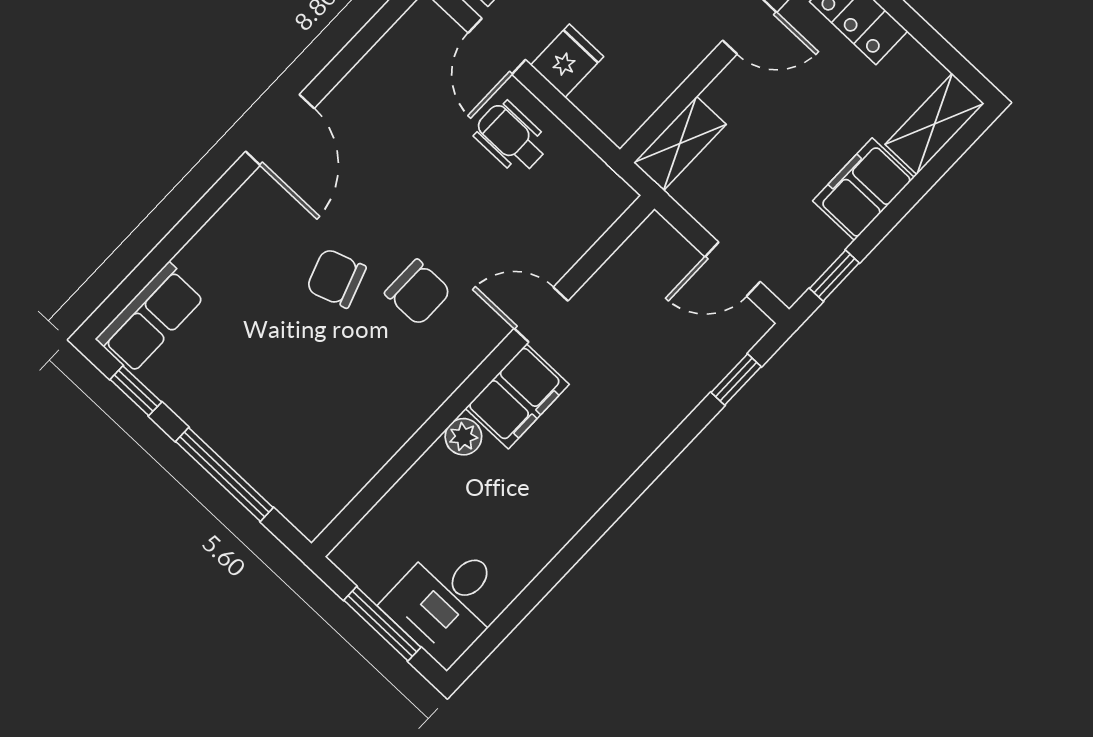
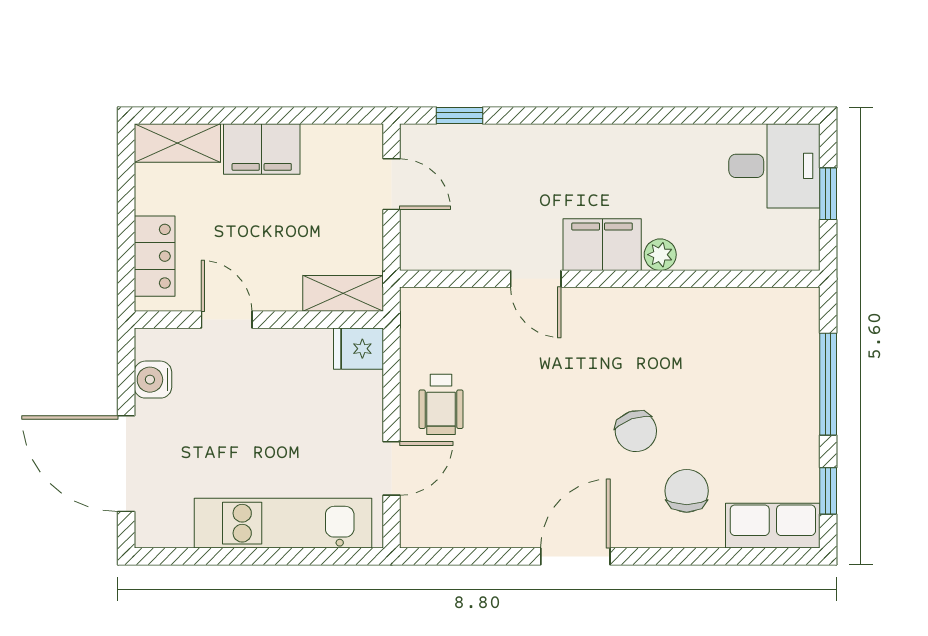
fridge: (567, 61) -> (358, 349), moved
window: (834, 276) -> (334, 116), removed
chair: (418, 292) -> (687, 491), moved
window: (382, 624) -> (828, 194), width x0.67

